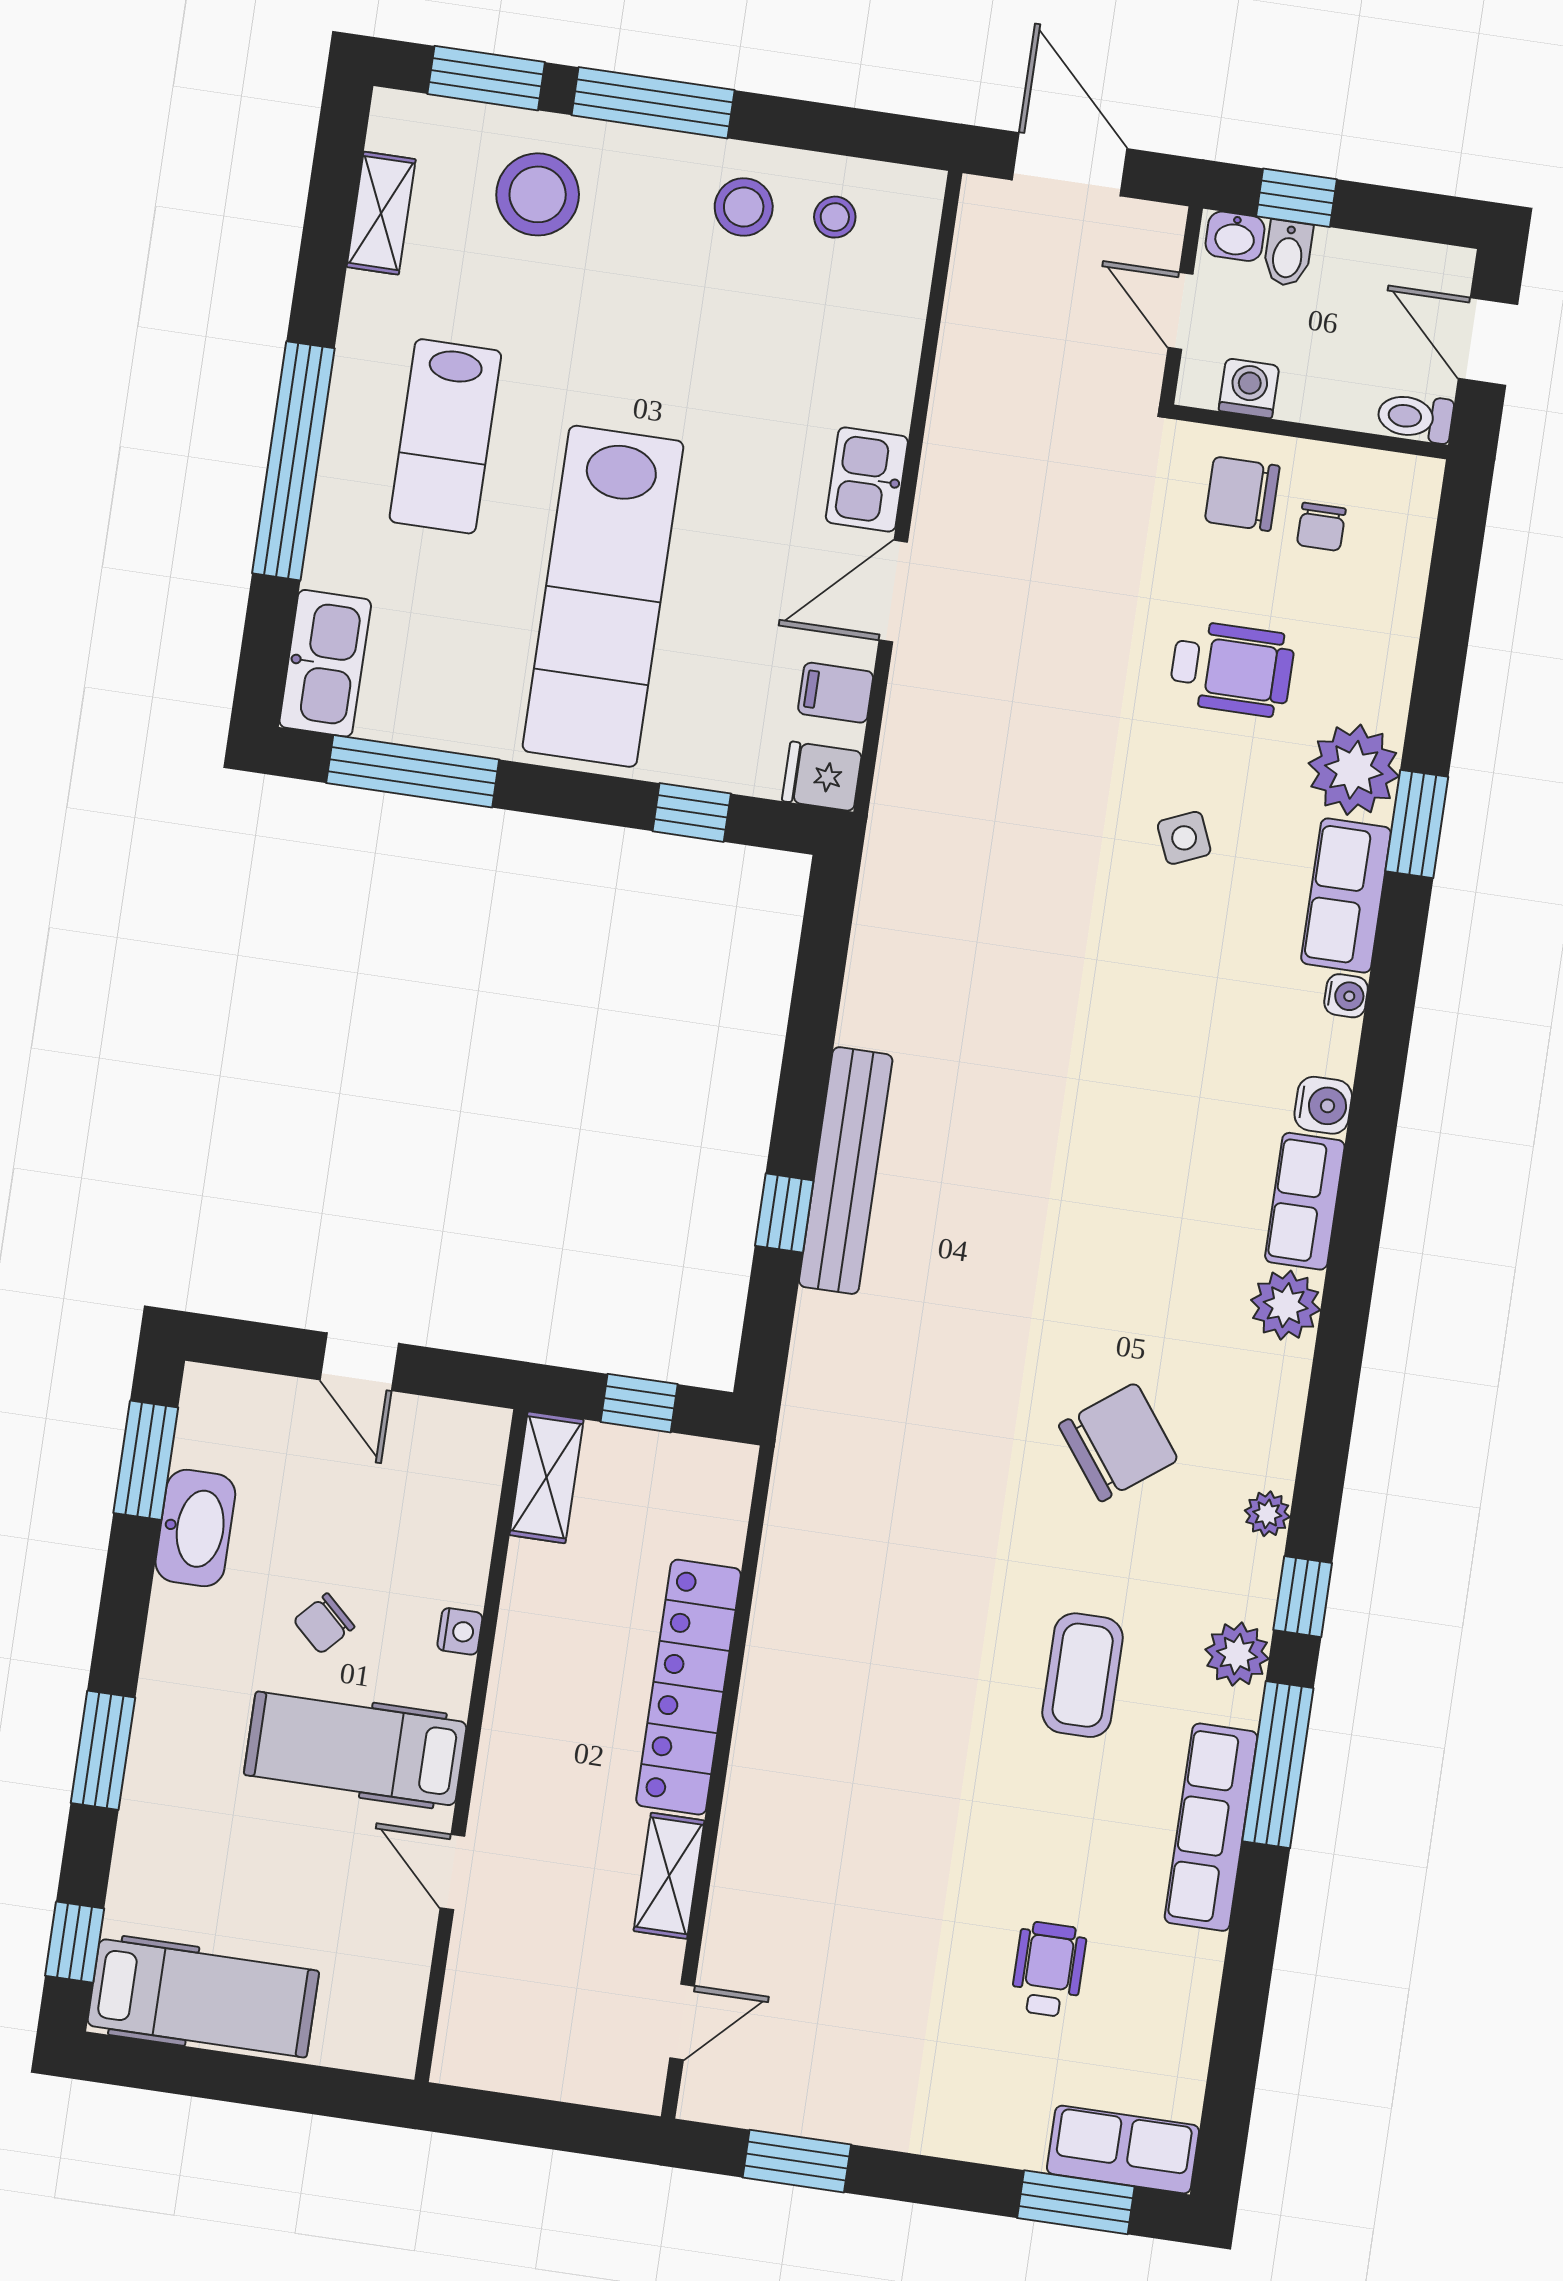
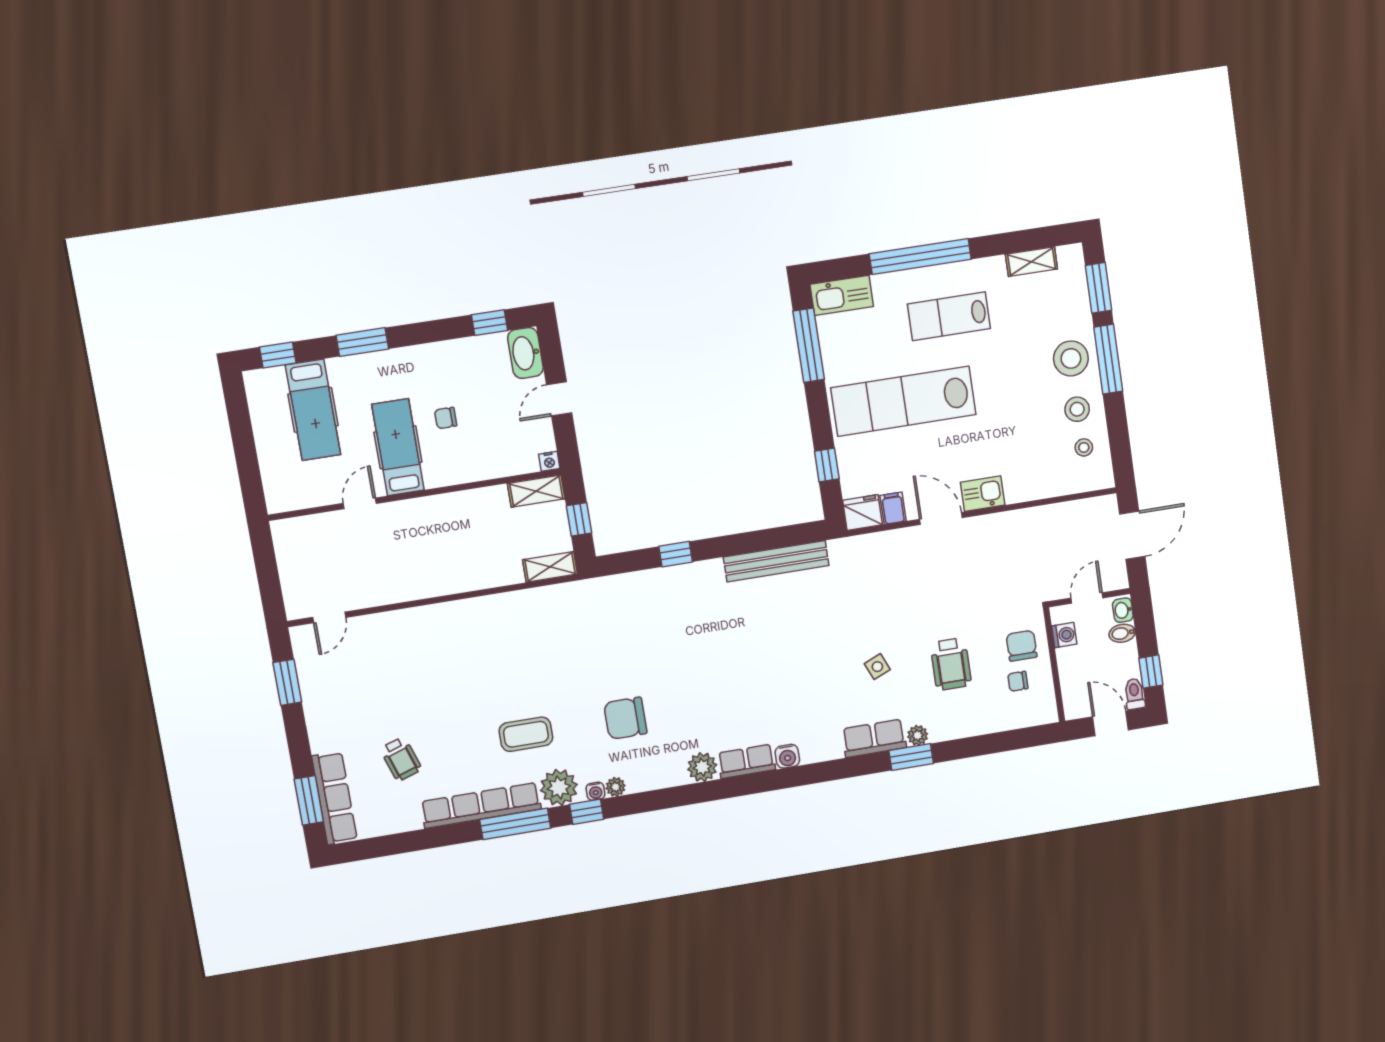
stool: (538, 194) -> (1071, 358), moved
window: (1297, 198) -> (1151, 672), moved
door: (1488, 342) -> (1111, 723), hinge flipped
toilet: (1415, 417) -> (1134, 694), moved
plant: (1354, 770) -> (918, 735), width x0.53, depth x0.53
fridge: (822, 776) -> (862, 513), width x1.38
water cooler: (1346, 996) -> (595, 791), moved
bench: (846, 1171) -> (776, 561), moved
chair: (1118, 1442) -> (625, 718), turned 127
window: (146, 1460) -> (489, 323), width x0.67
washbasin: (195, 1528) -> (525, 353), moved, turned 90
chair: (324, 1624) -> (446, 418), turned -43
nightstand: (460, 1631) -> (549, 461), moved
plant: (1237, 1654) -> (559, 787), width x1.36, depth x1.36
locker: (688, 1687) -> (469, 576), removed
row of seats: (1211, 1827) -> (481, 805), width x1.36
shelving: (669, 1876) -> (550, 567), moved
wheelchair: (1048, 1969) -> (401, 759), turned 72
hospital bed: (203, 1998) -> (313, 410), moved
door: (682, 2022) -> (329, 617), hinge flipped
row of seats: (1123, 2150) -> (334, 798), width x1.48

